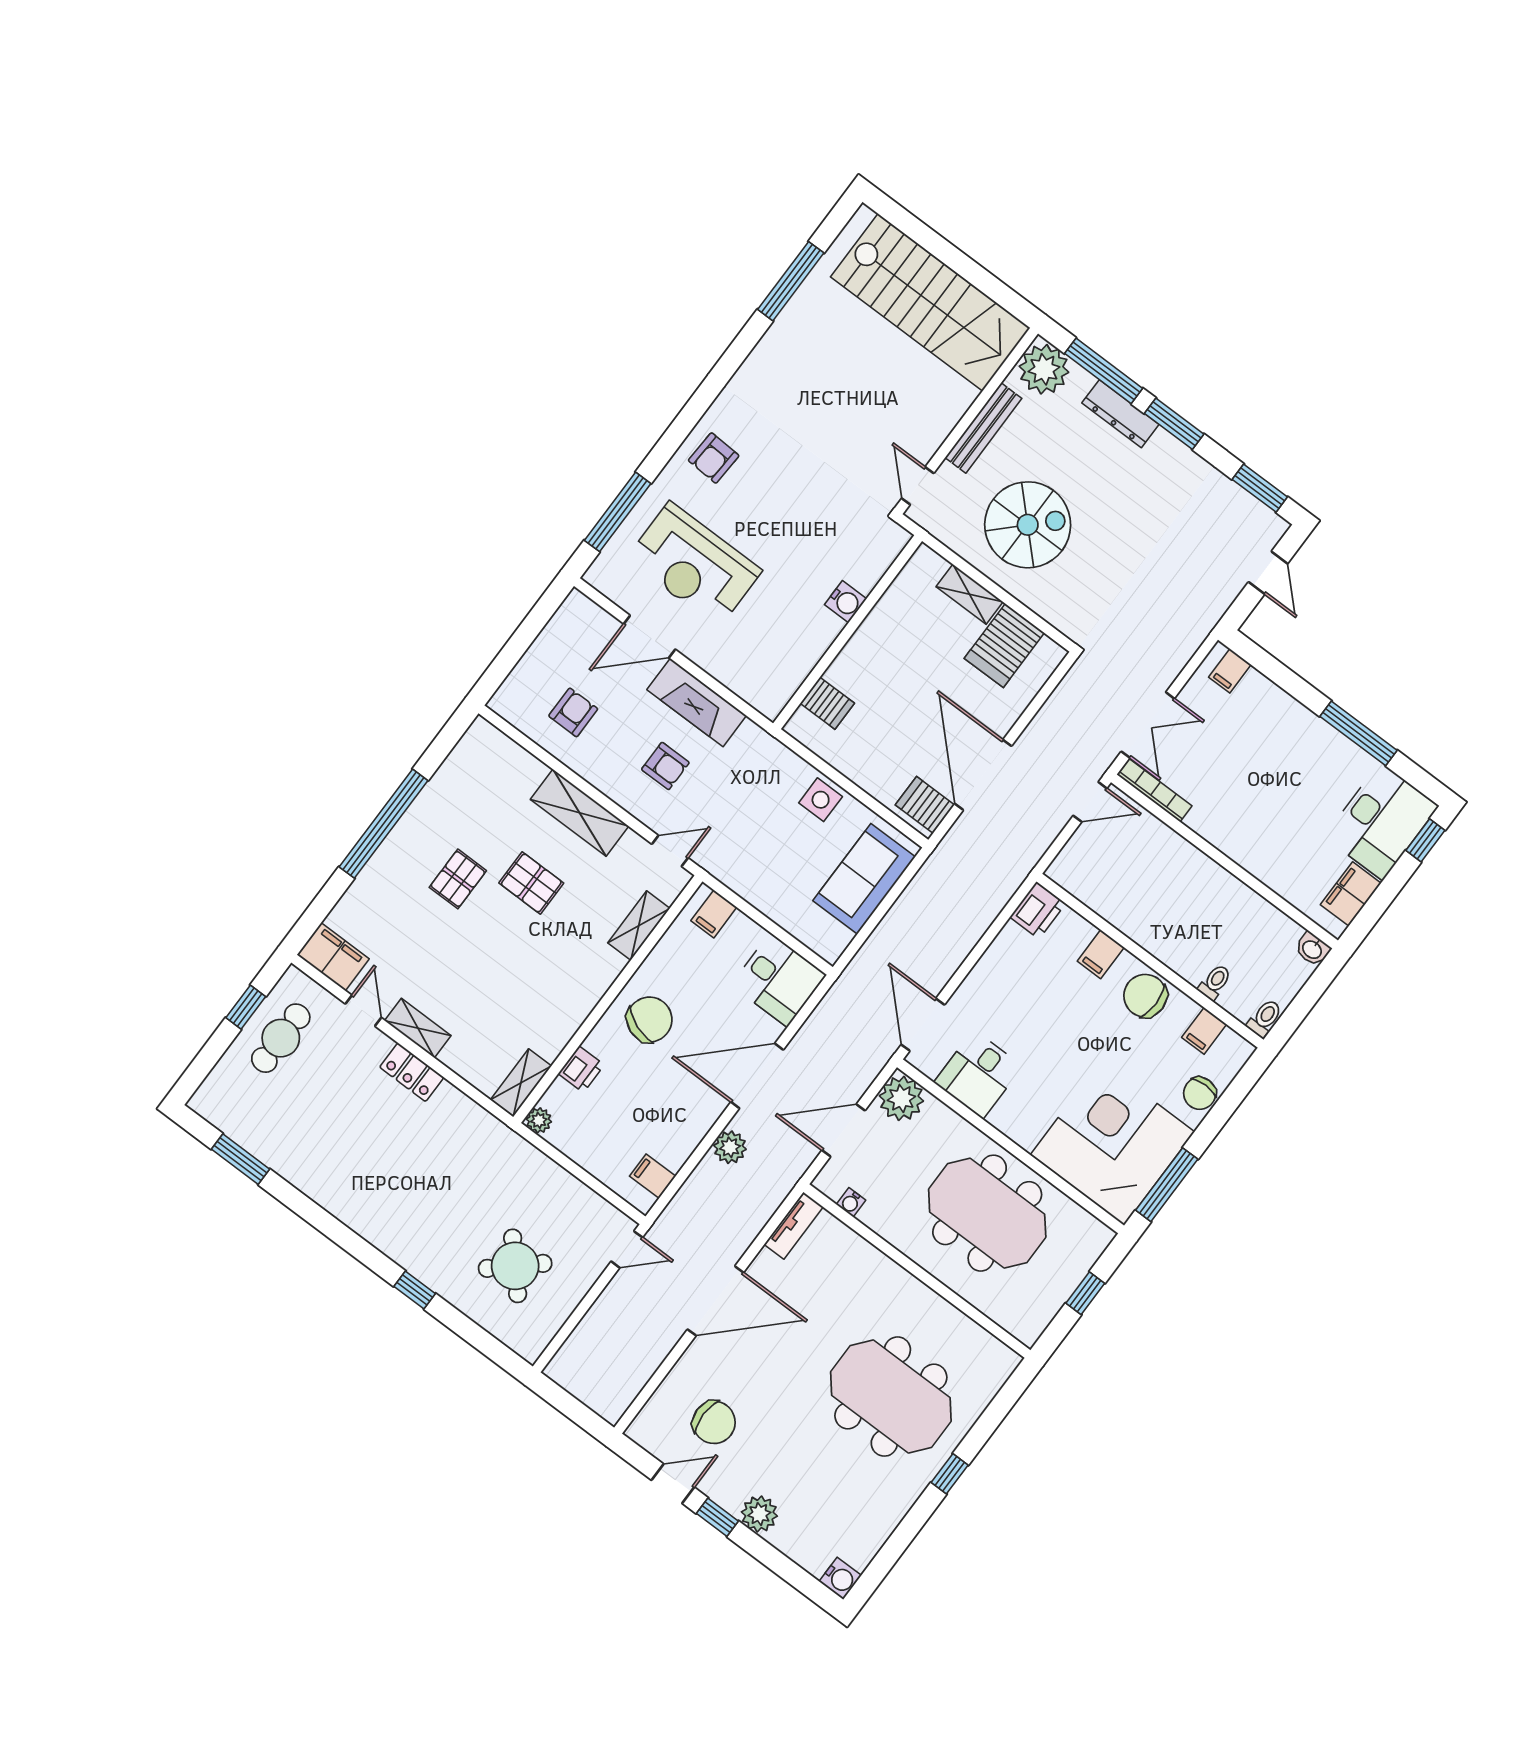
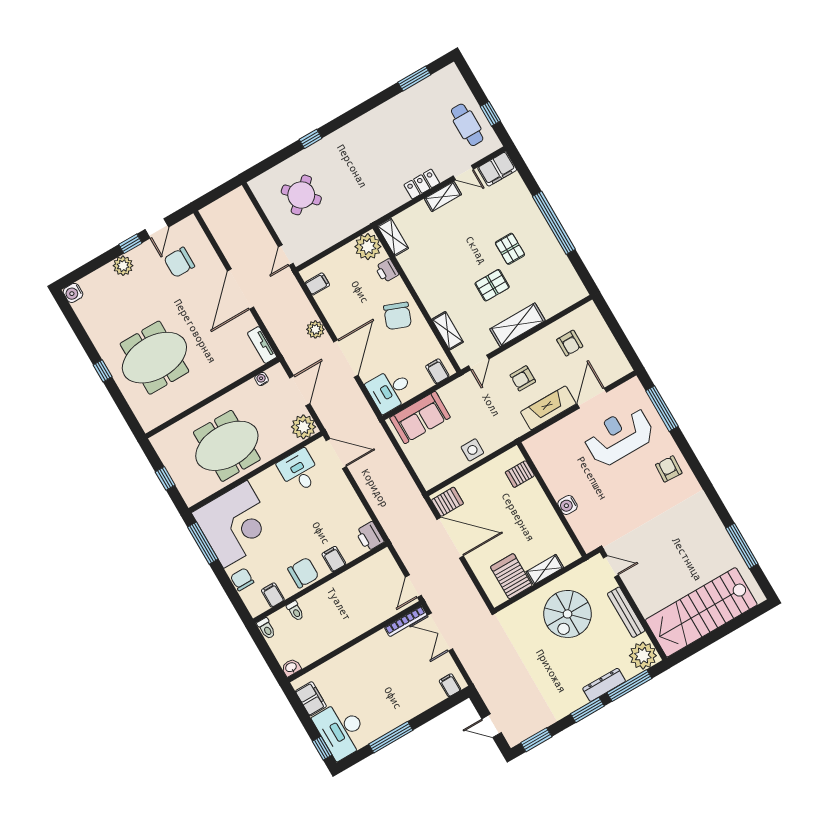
sofa: (864, 879) -> (420, 418), moved, turned 90
plant: (539, 1120) -> (368, 247), width x1.87, depth x1.87

